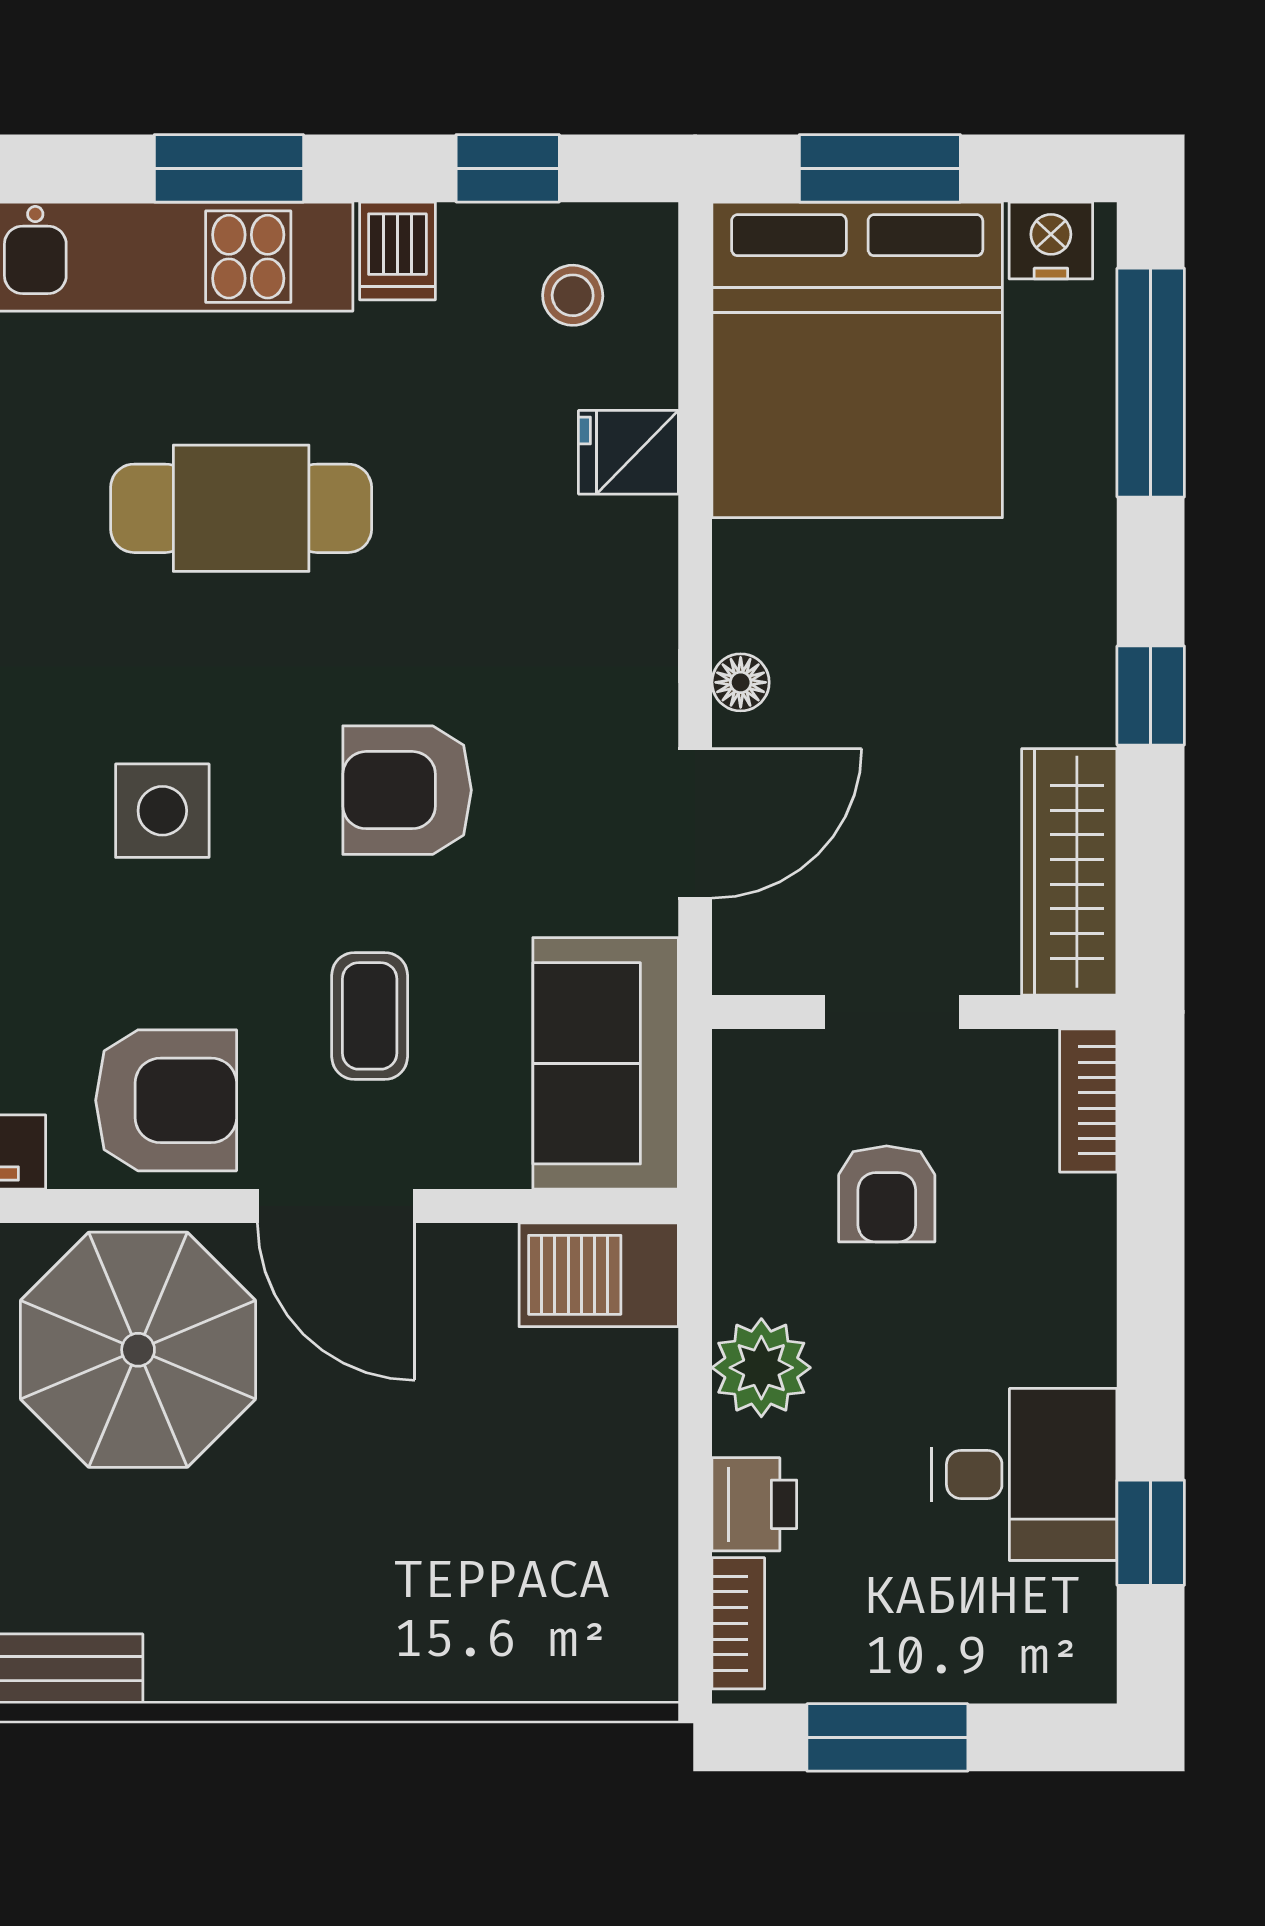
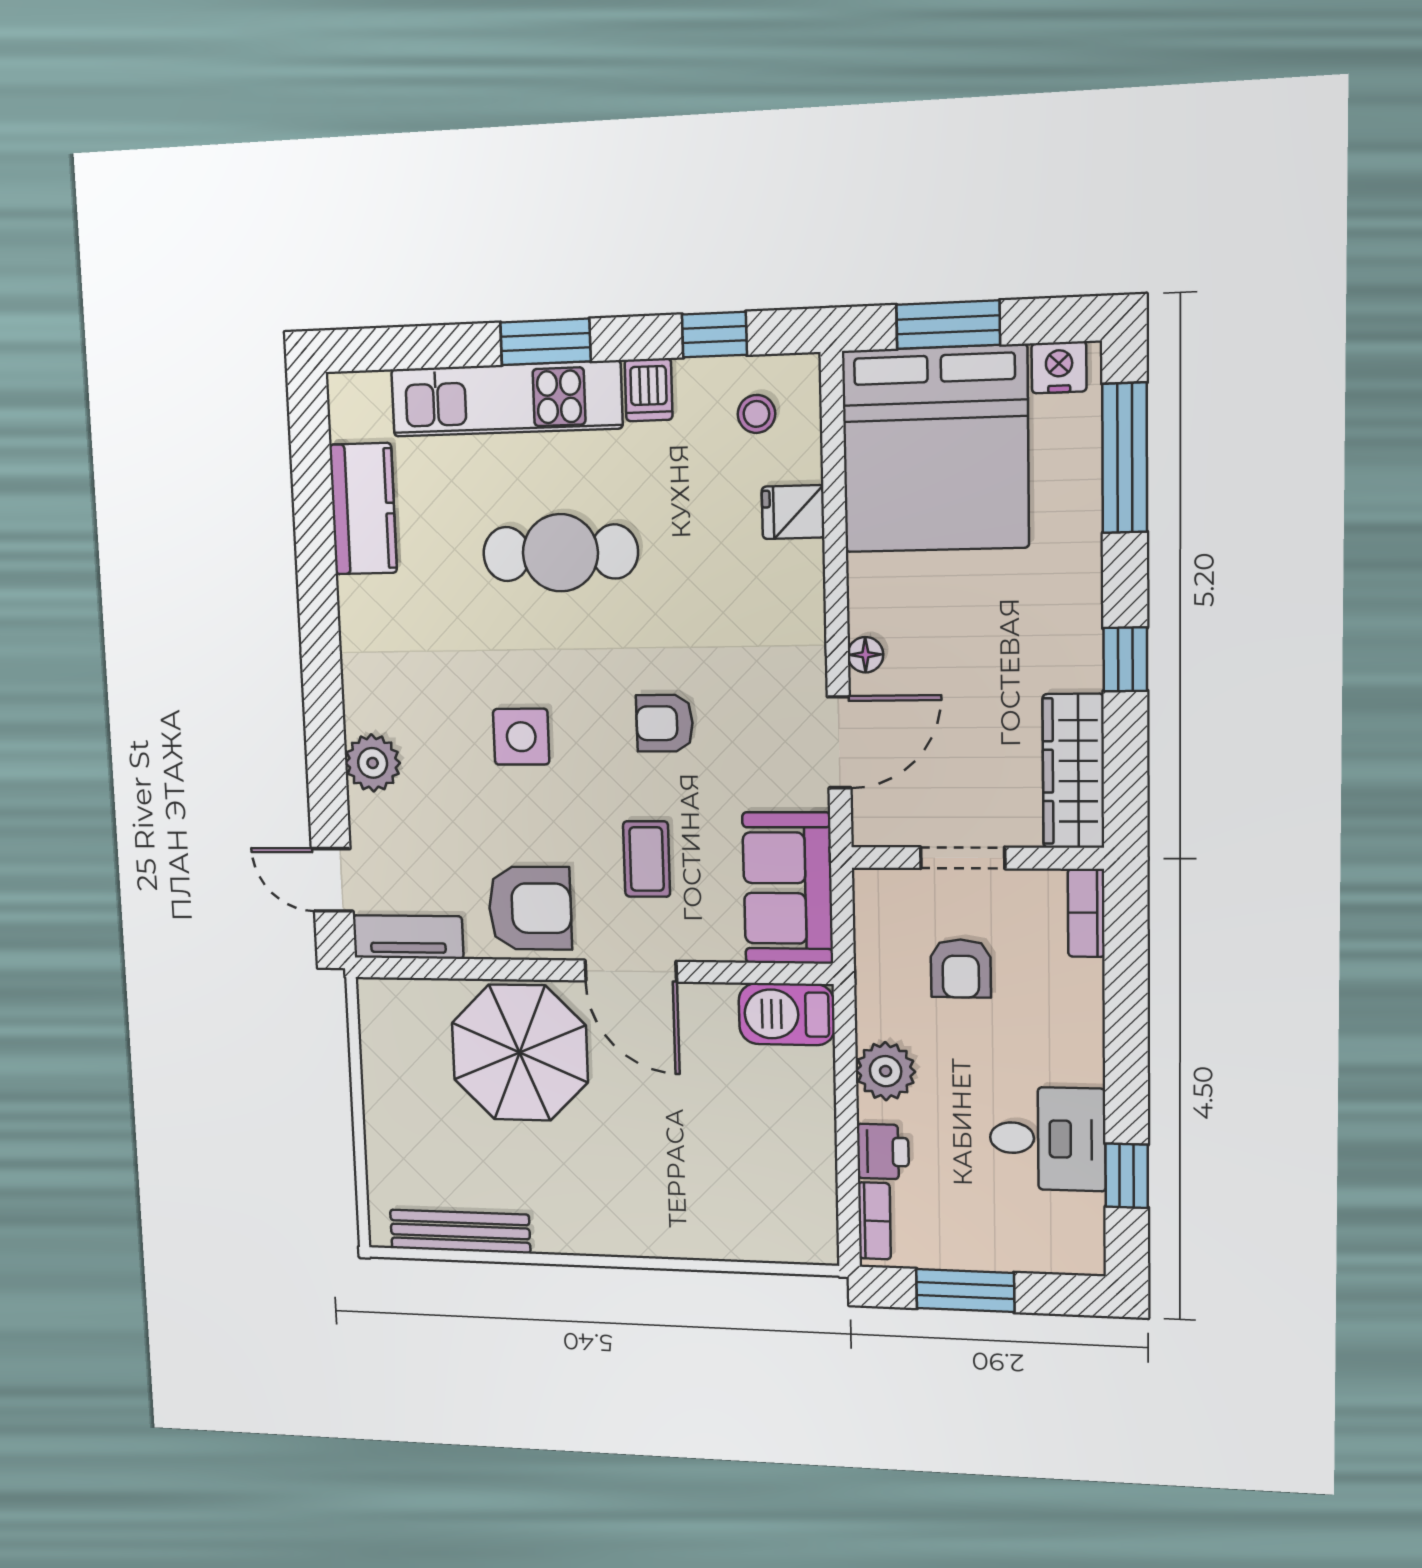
armchair: (407, 790) -> (665, 723), width x0.72, depth x0.72

